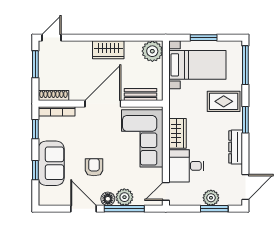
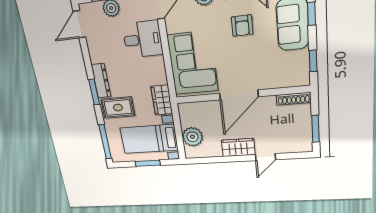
door: (51, 38) -> (266, 157), moved
plant: (152, 51) -> (192, 137), moved
bench: (141, 95) -> (200, 107), removed
bookcase: (57, 111) -> (289, 82), removed
wardrobe: (177, 133) -> (162, 100), moved
dresser: (236, 147) -> (101, 81), moved

